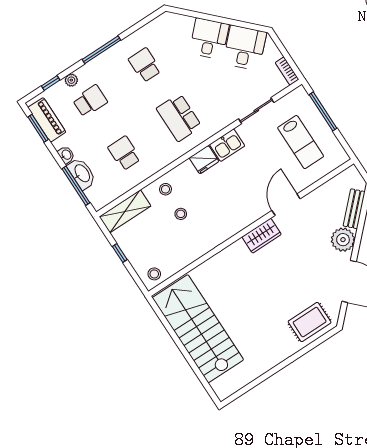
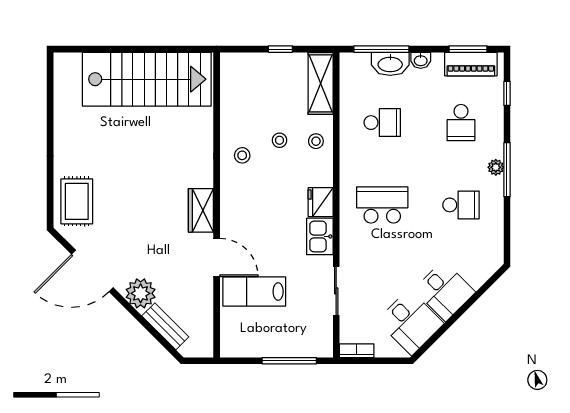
plant: (71, 80) -> (496, 167), moved
lab bench: (301, 142) -> (254, 292), moved
stool: (154, 274) -> (242, 155), moved

